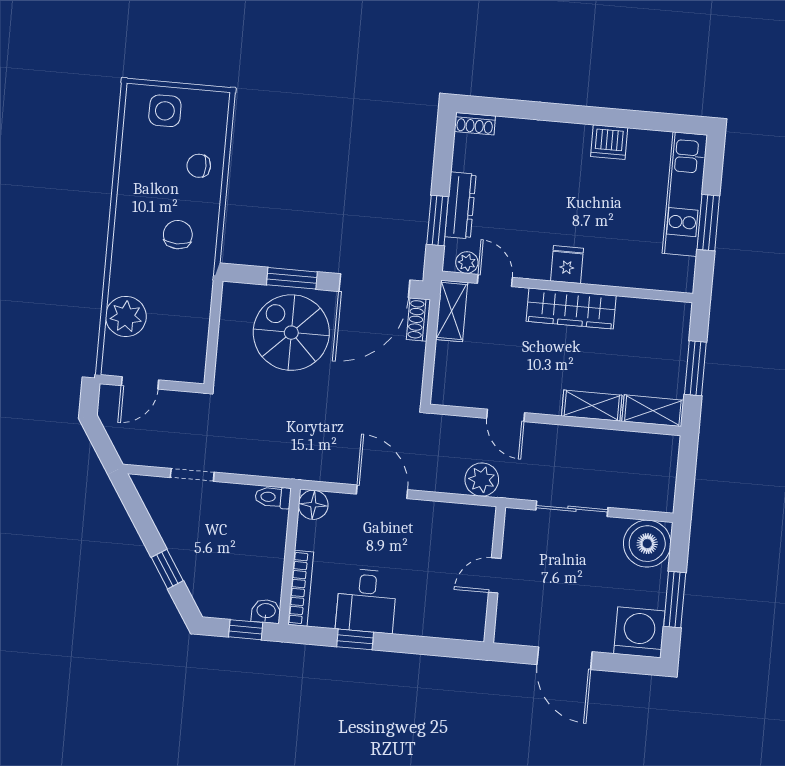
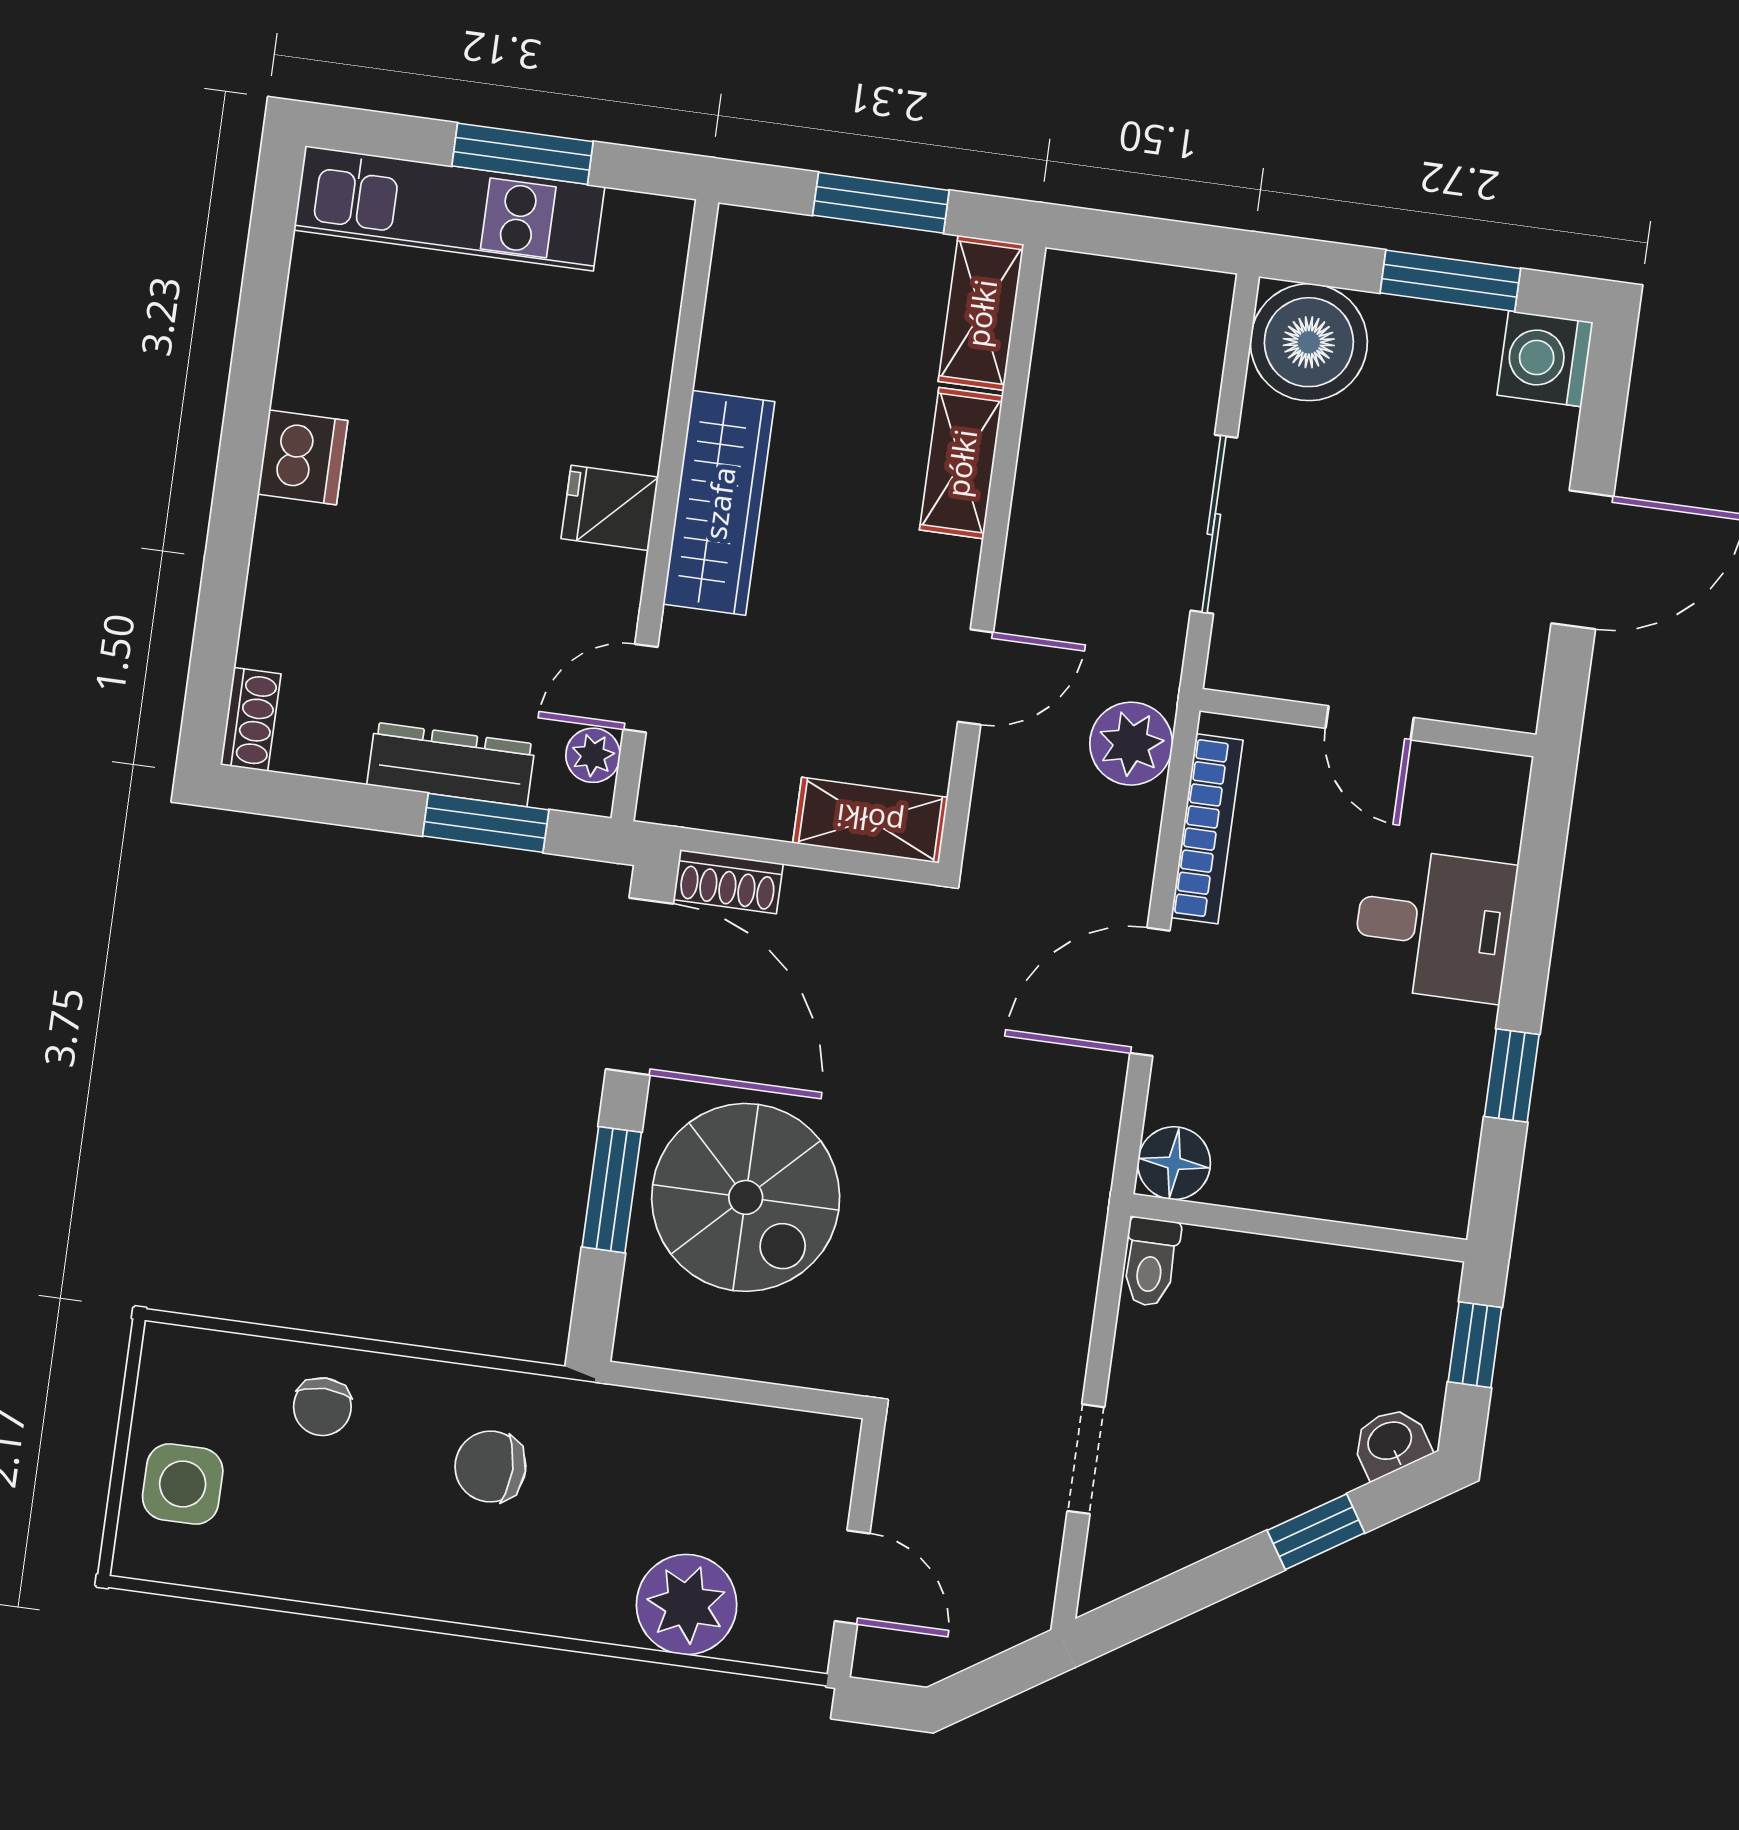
dishwasher: (609, 142) -> (303, 457), moved
shelving: (452, 311) -> (870, 820), moved
spiral stairs: (291, 333) -> (746, 1197), turned -90
bookcase: (301, 588) -> (1207, 829), moved, turned 90
desk: (366, 601) -> (1434, 925), moved
washbasin: (266, 611) -> (1390, 1442), moved, turned 57
washing machine: (639, 632) -> (1545, 359), width x0.73, depth x0.73

